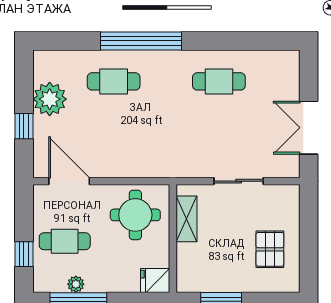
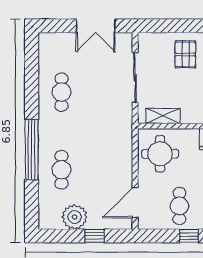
sliding door: (239, 181) -> (135, 78), width x1.37
pallet: (270, 249) -> (185, 54), turned 90

